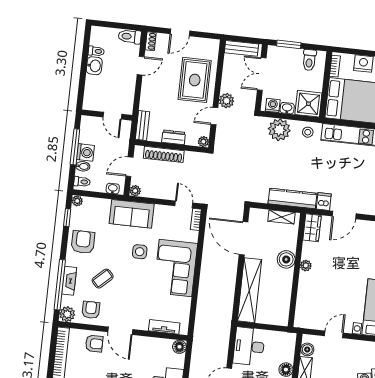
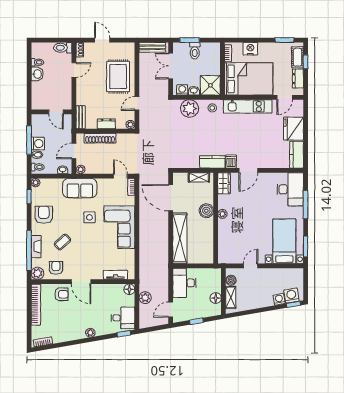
door: (180, 32) -> (102, 40), swing flipped
toilet: (309, 60) -> (195, 51), moved
plant: (227, 101) -> (145, 298), moved
kitchen counter: (293, 198) -> (212, 162), width x0.67

